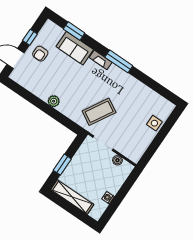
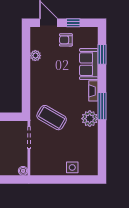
plant: (122, 79) -> (90, 119), added
plant: (54, 101) -> (35, 56), moved
boiler: (117, 160) -> (23, 171), moved

